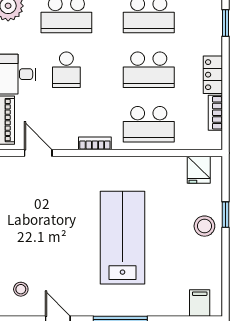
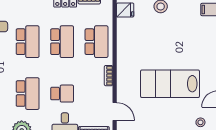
door: (38, 153) -> (115, 111), swing flipped
lab bench: (123, 238) -> (170, 84), moved

